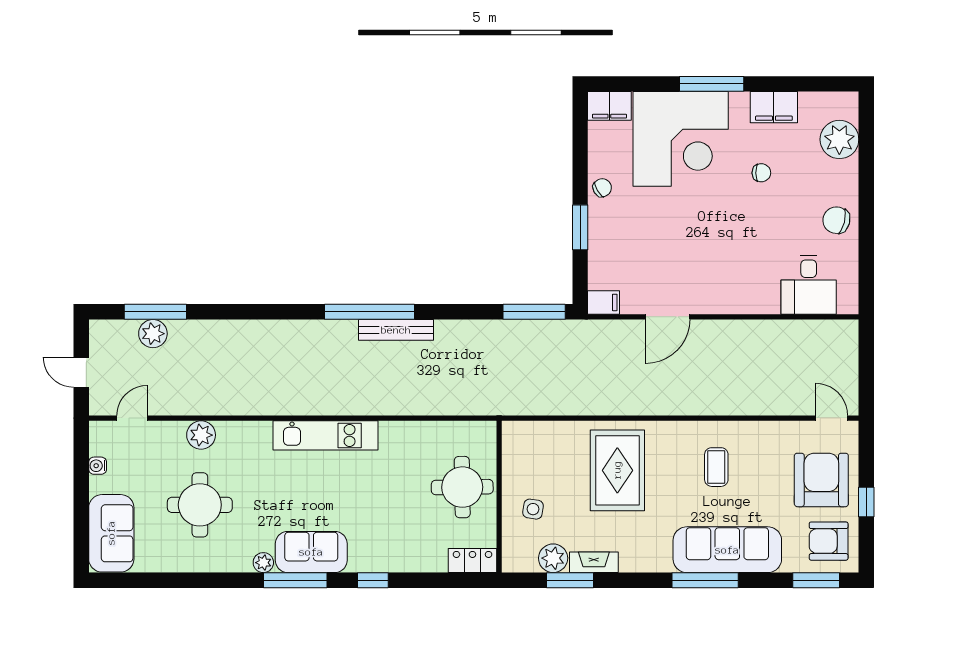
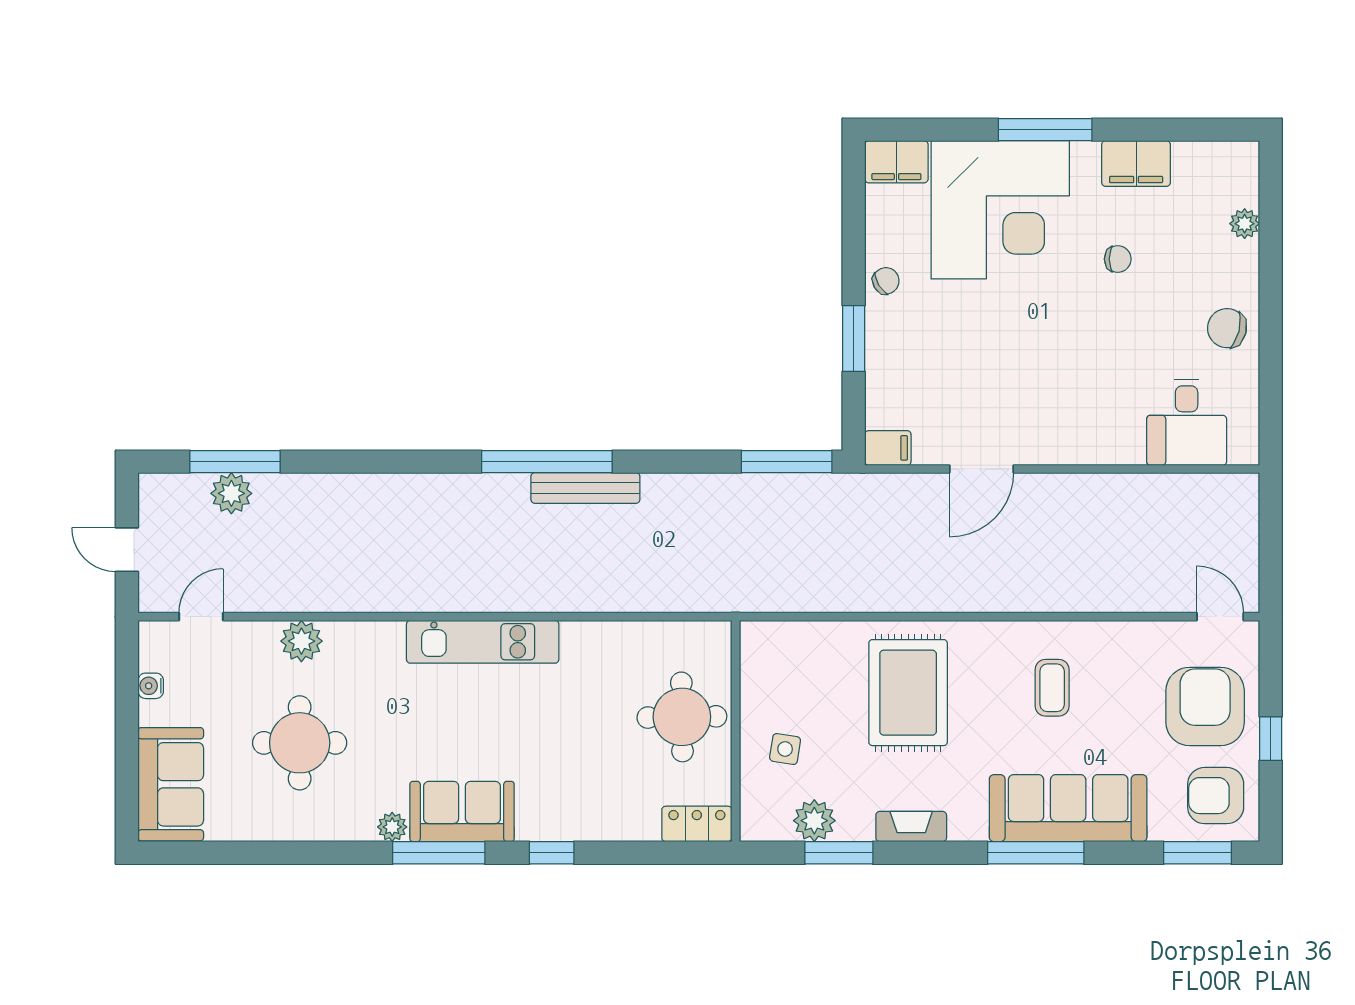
plant: (839, 139) -> (1245, 224), width x0.53, depth x0.53
fireplace: (594, 562) -> (911, 827), moved

